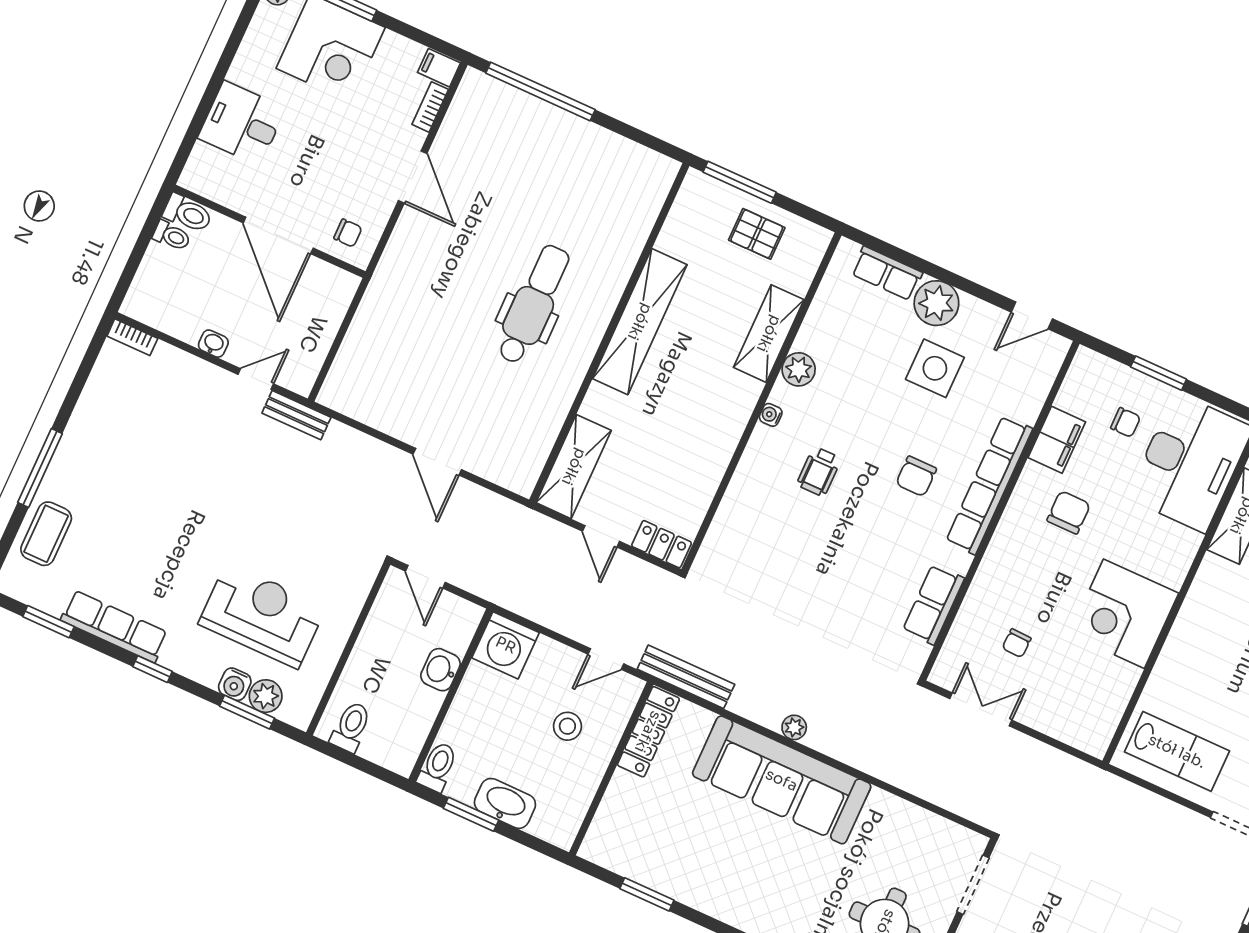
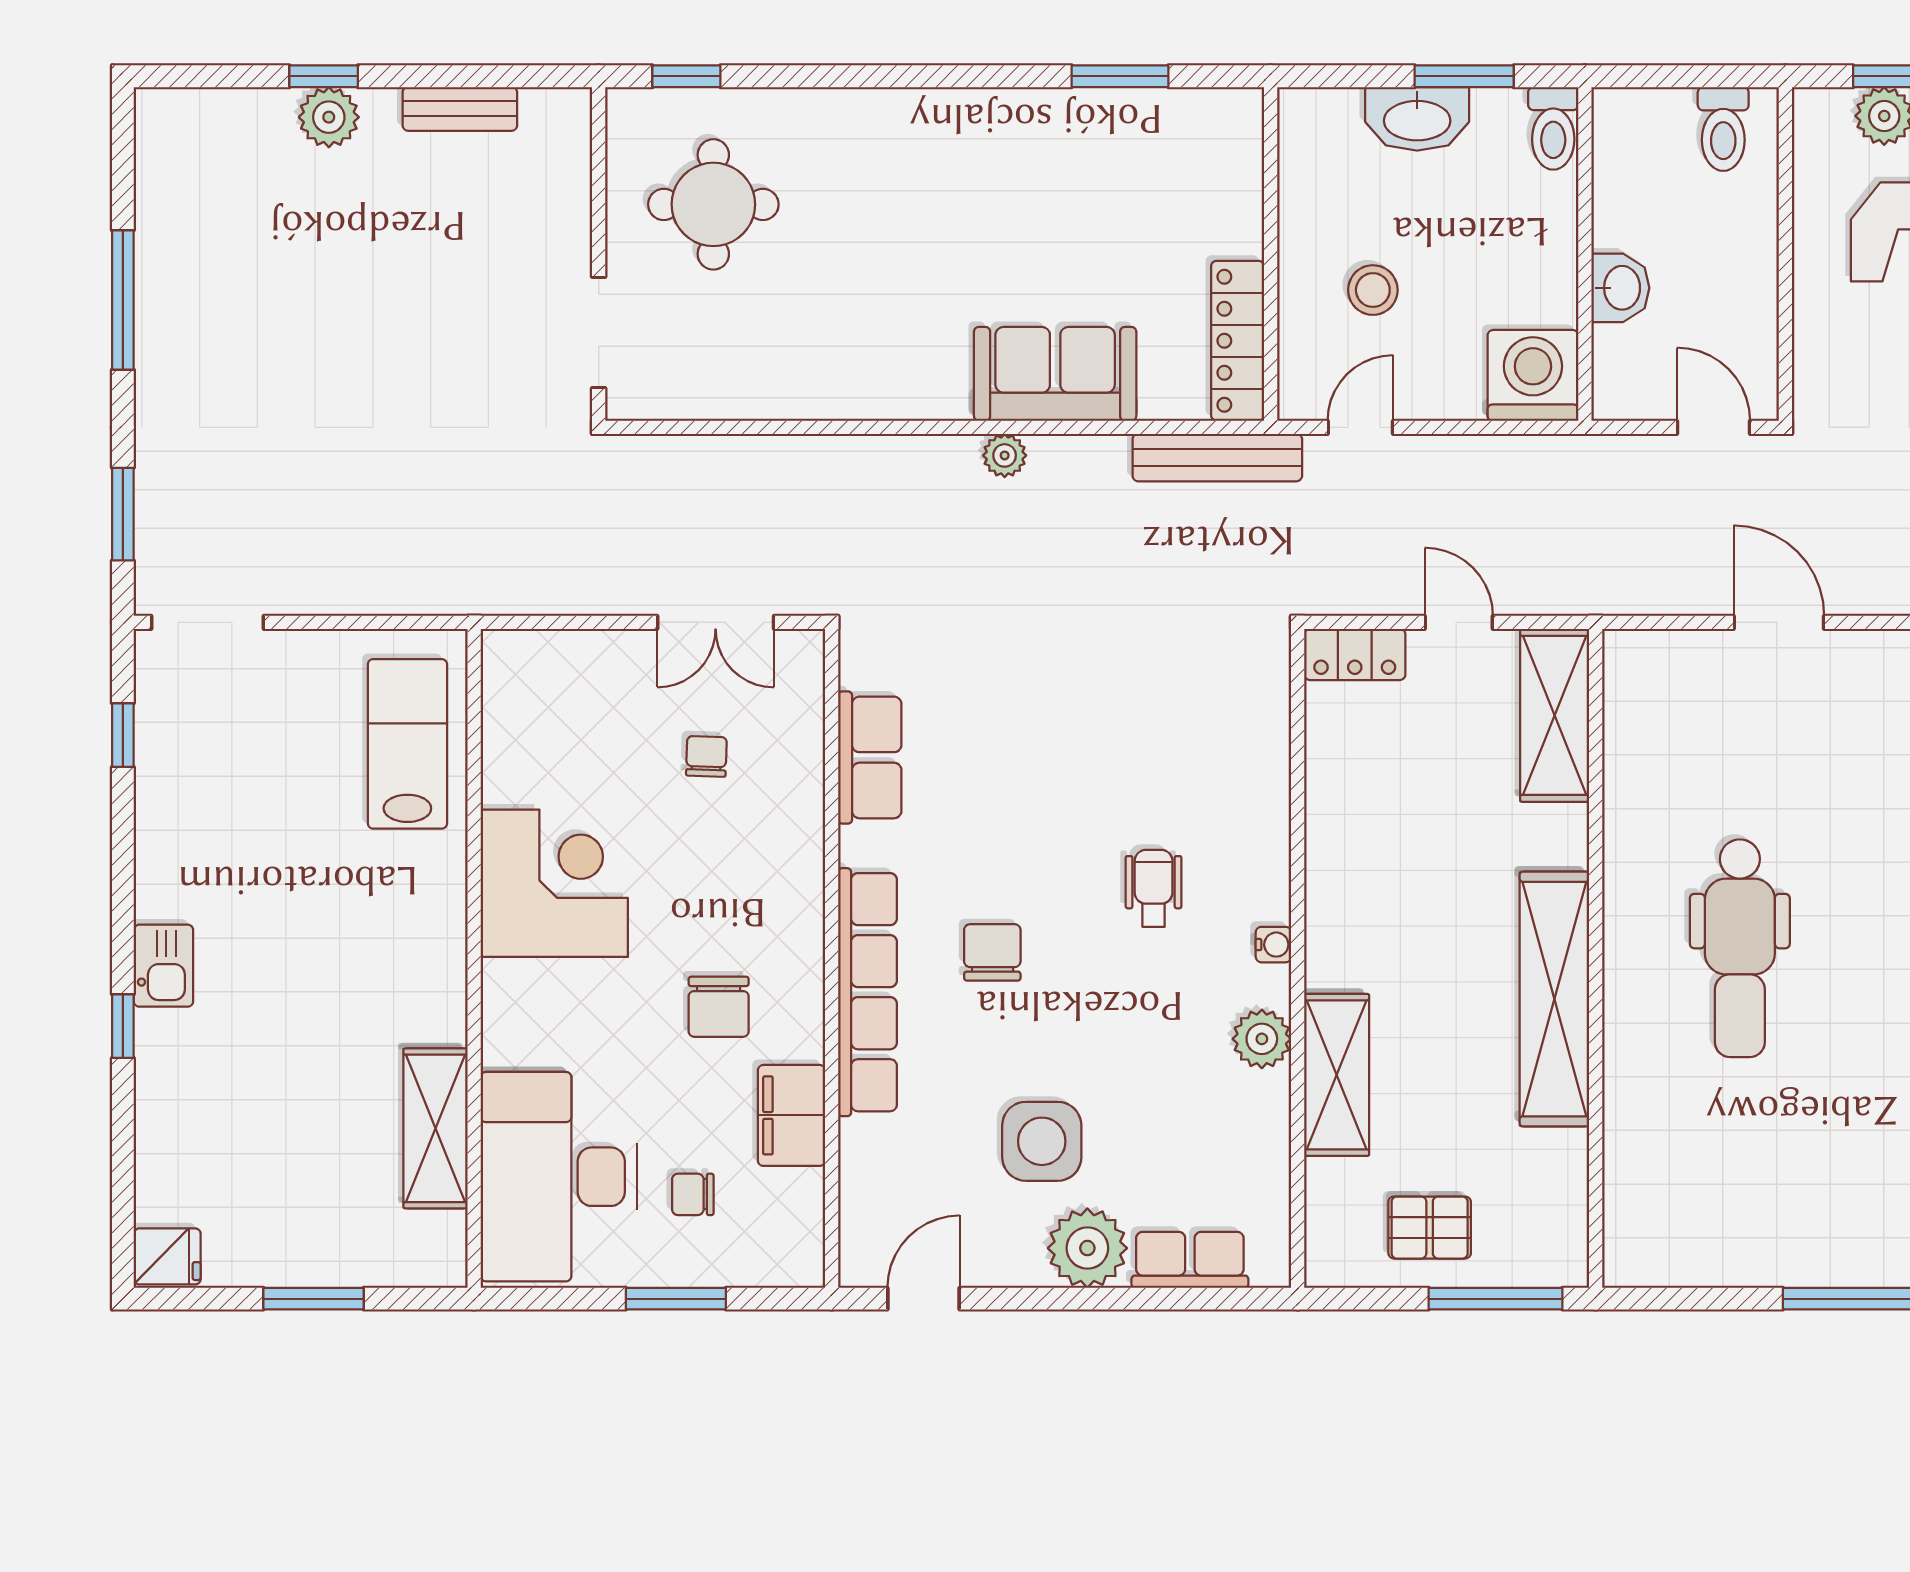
lab bench: (1177, 751) -> (407, 744), moved, turned 90
sofa: (782, 780) -> (1055, 374), width x0.54, depth x0.79

